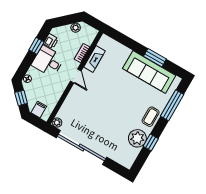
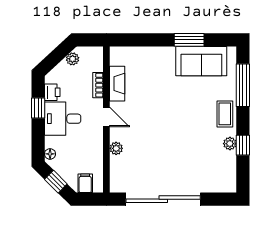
sofa: (149, 72) -> (201, 61), width x0.73
plant: (57, 123) -> (116, 148), moved
plant: (137, 138) -> (230, 144), width x0.53, depth x0.53

